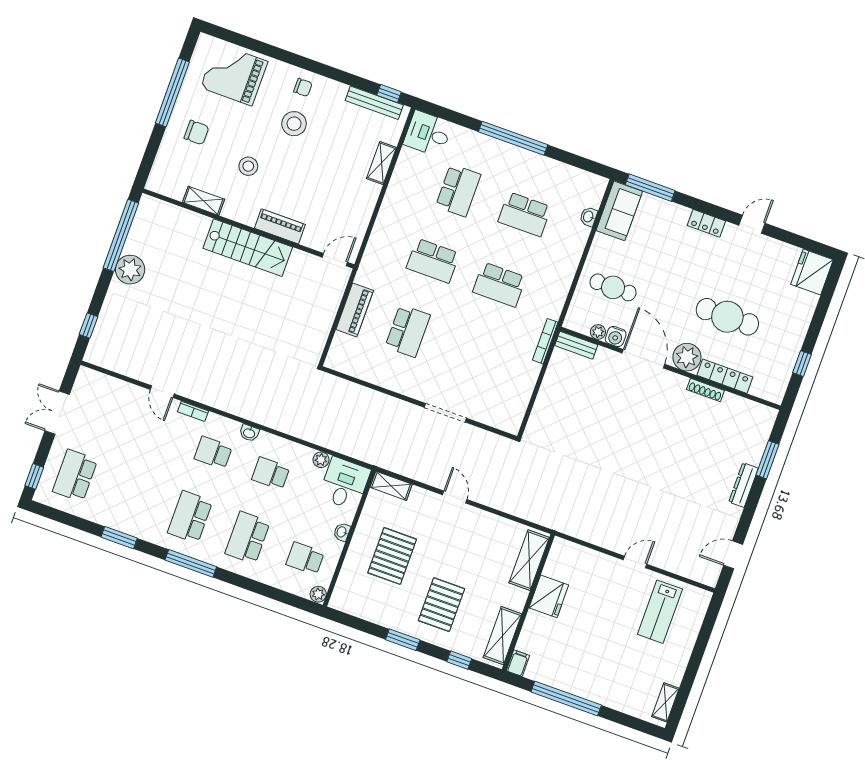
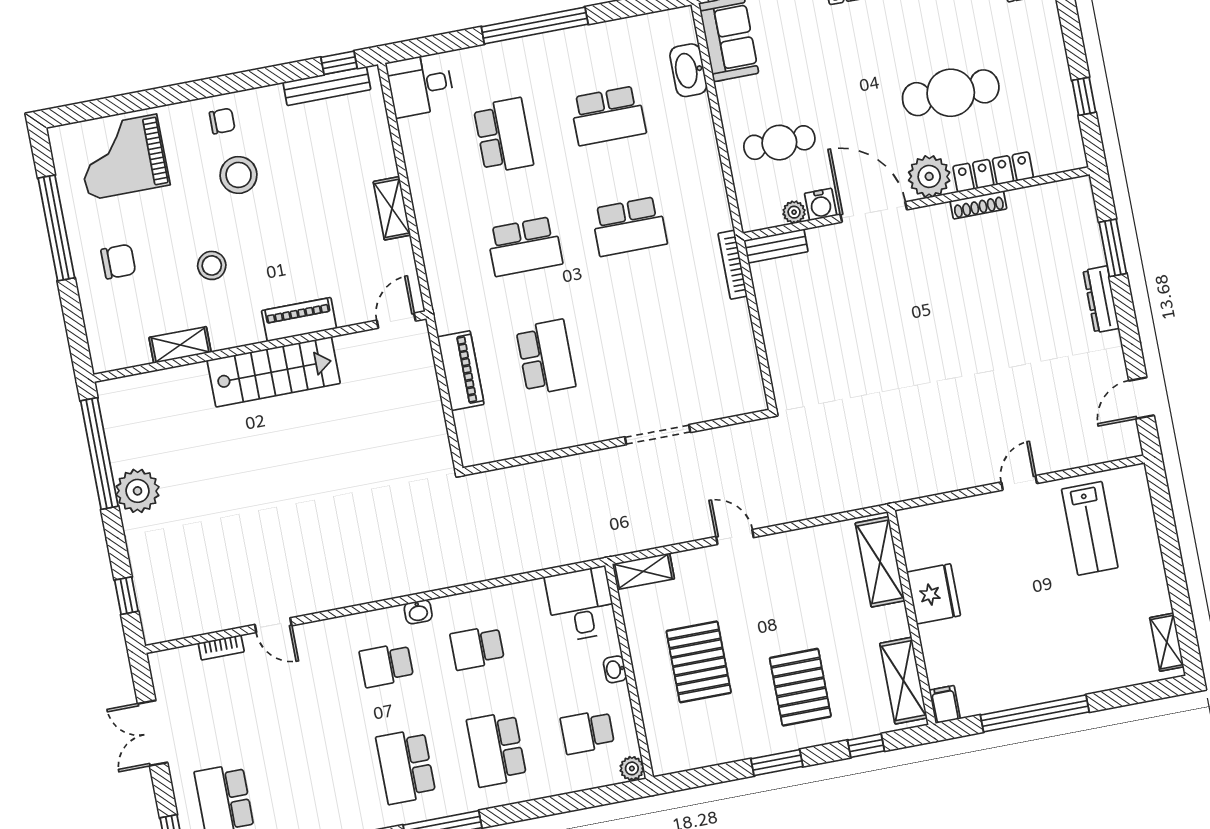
shelving: (381, 163) -> (392, 208), moved
washbasin: (589, 217) -> (688, 70), width x1.91, depth x1.45
bookcase: (193, 411) -> (221, 647), moved
plant: (321, 460) -> (532, 591), removed

